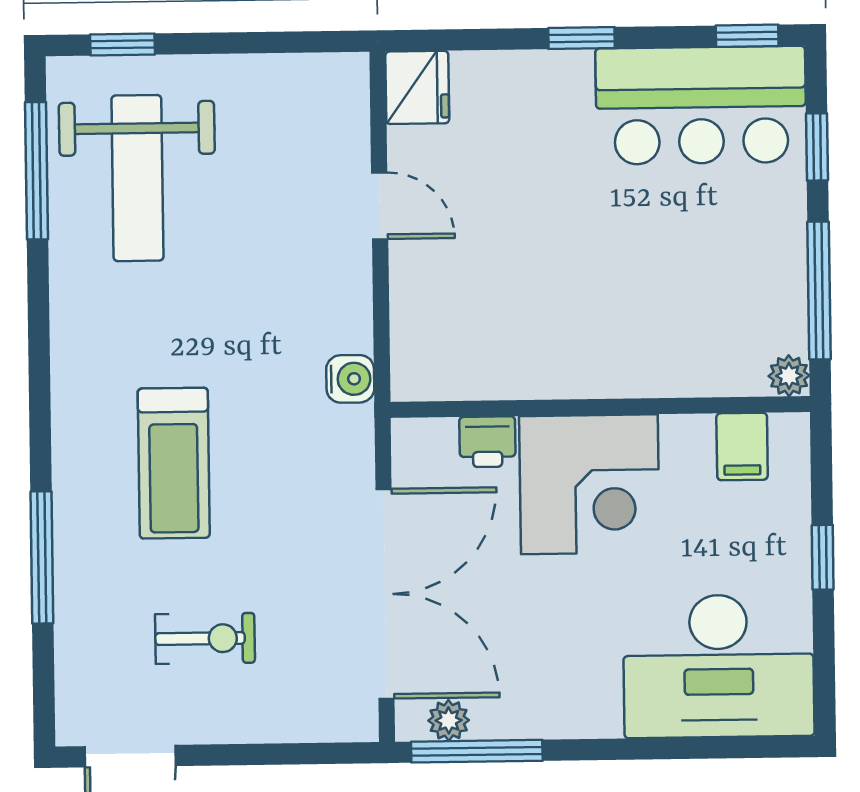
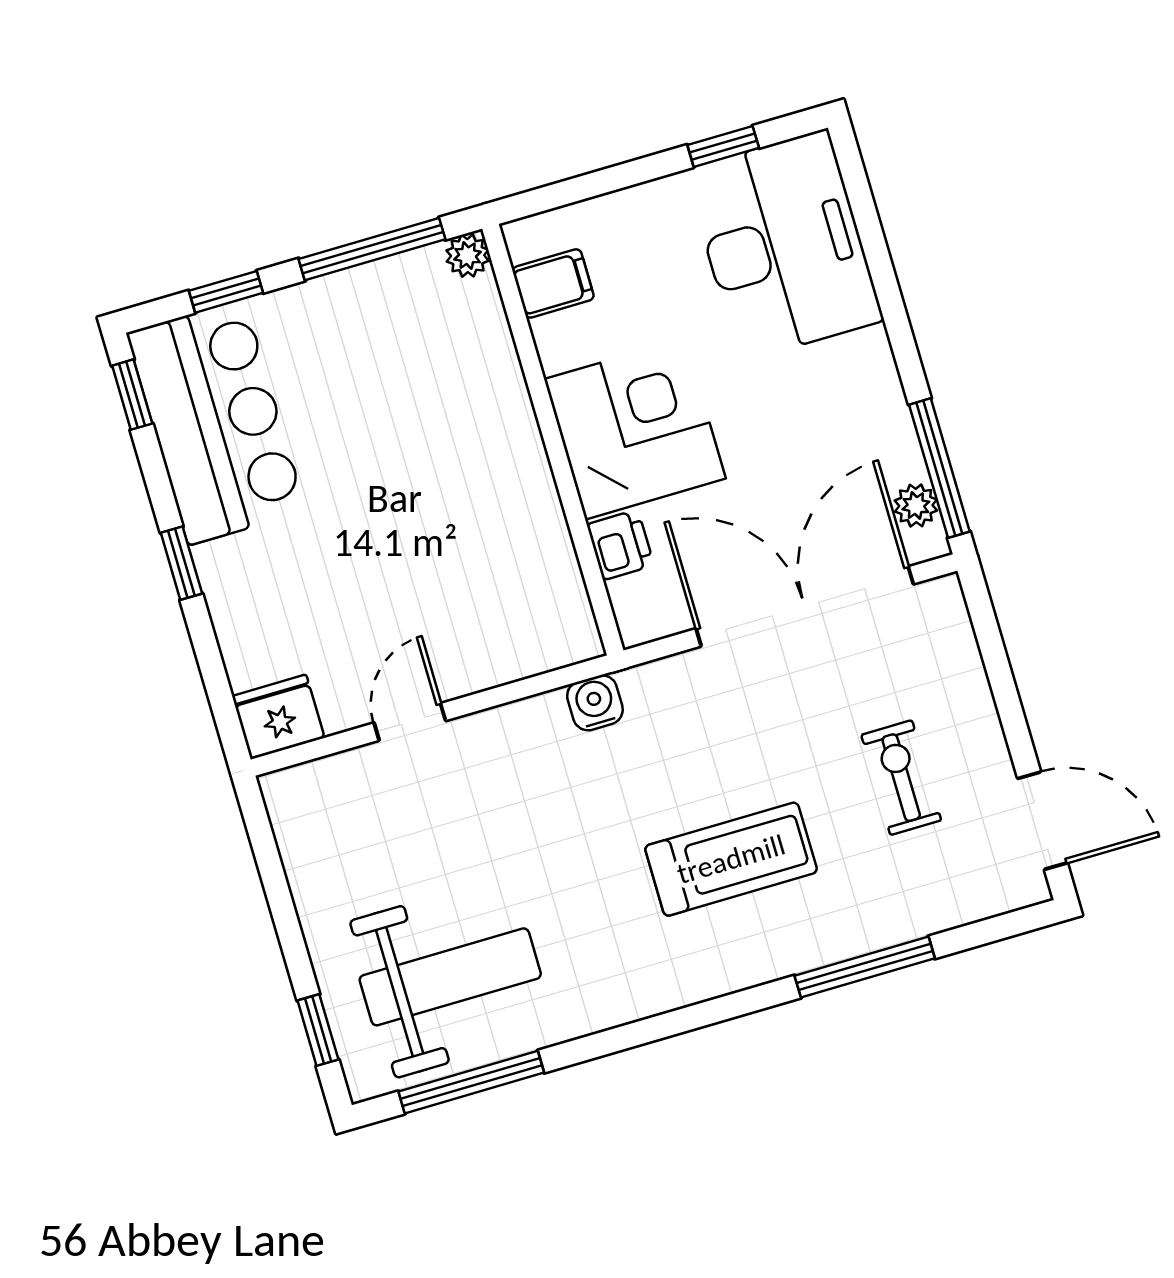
window: (823, 557) -> (723, 146), moved

